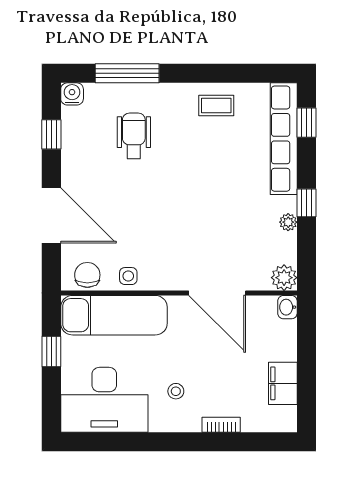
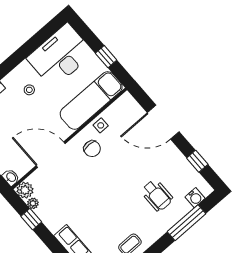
water cooler: (72, 94) -> (195, 198), moved
window: (306, 203) -> (31, 219), moved
plant: (288, 222) -> (33, 203), moved
chair: (87, 275) -> (92, 149), moved

